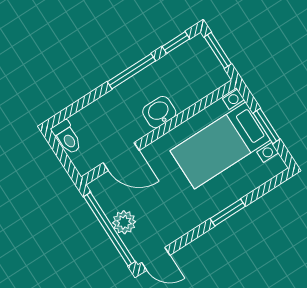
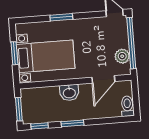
window: (131, 71) -> (72, 123), width x0.69
door: (121, 157) -> (103, 79), swing flipped
plant: (124, 222) -> (122, 56), moved

